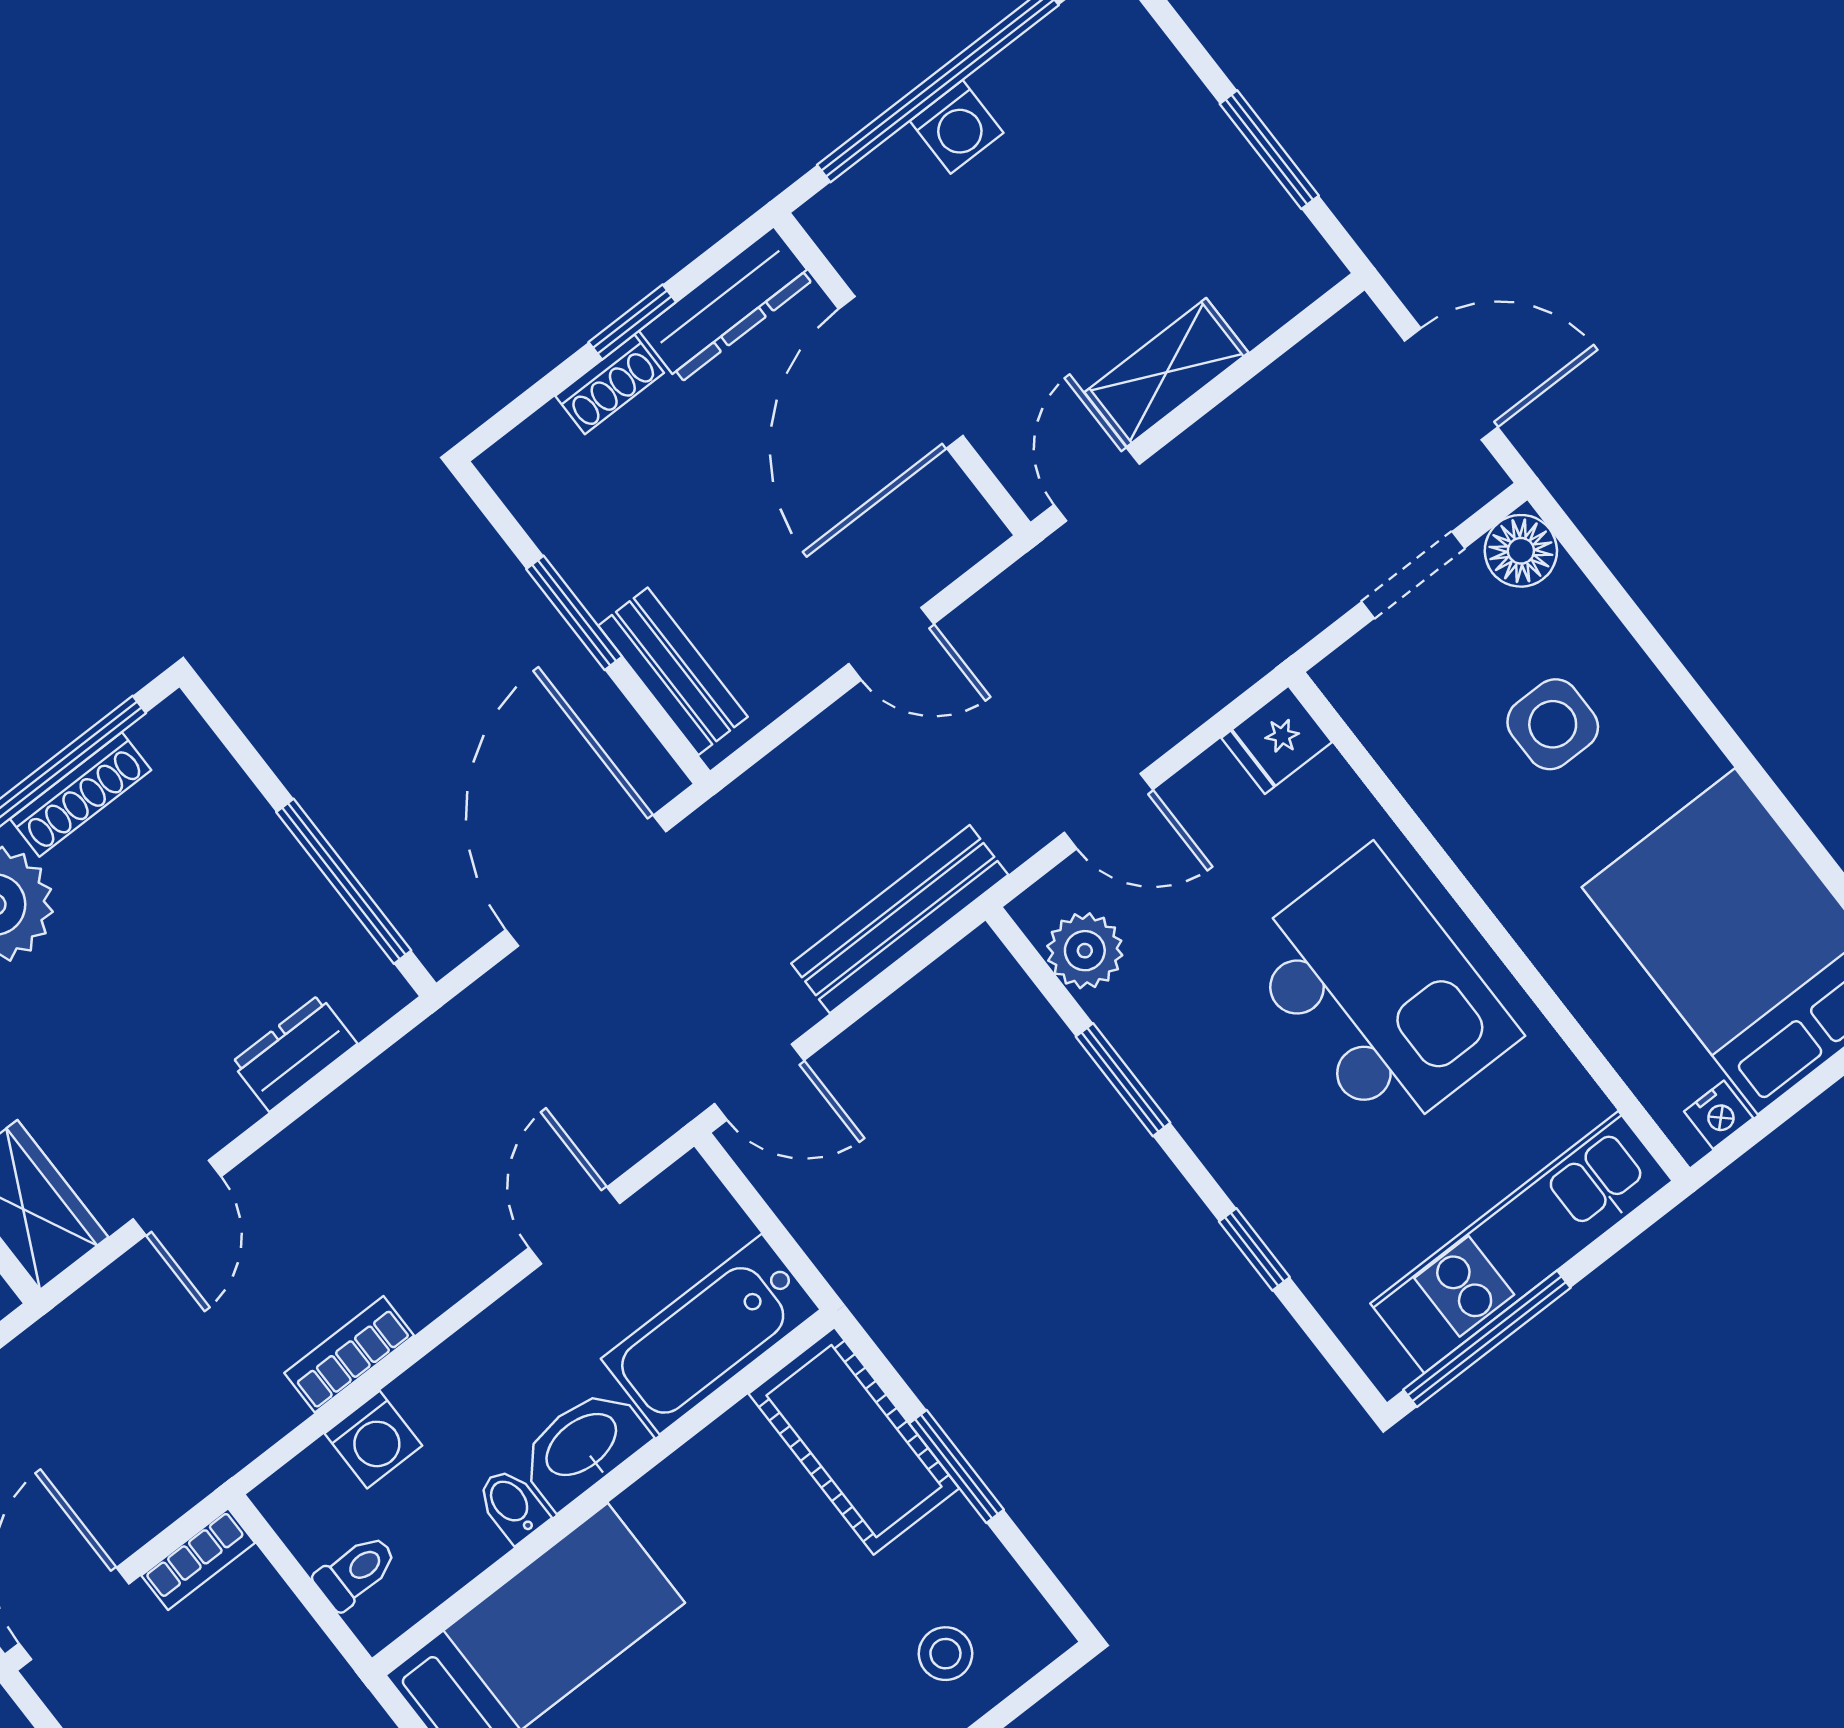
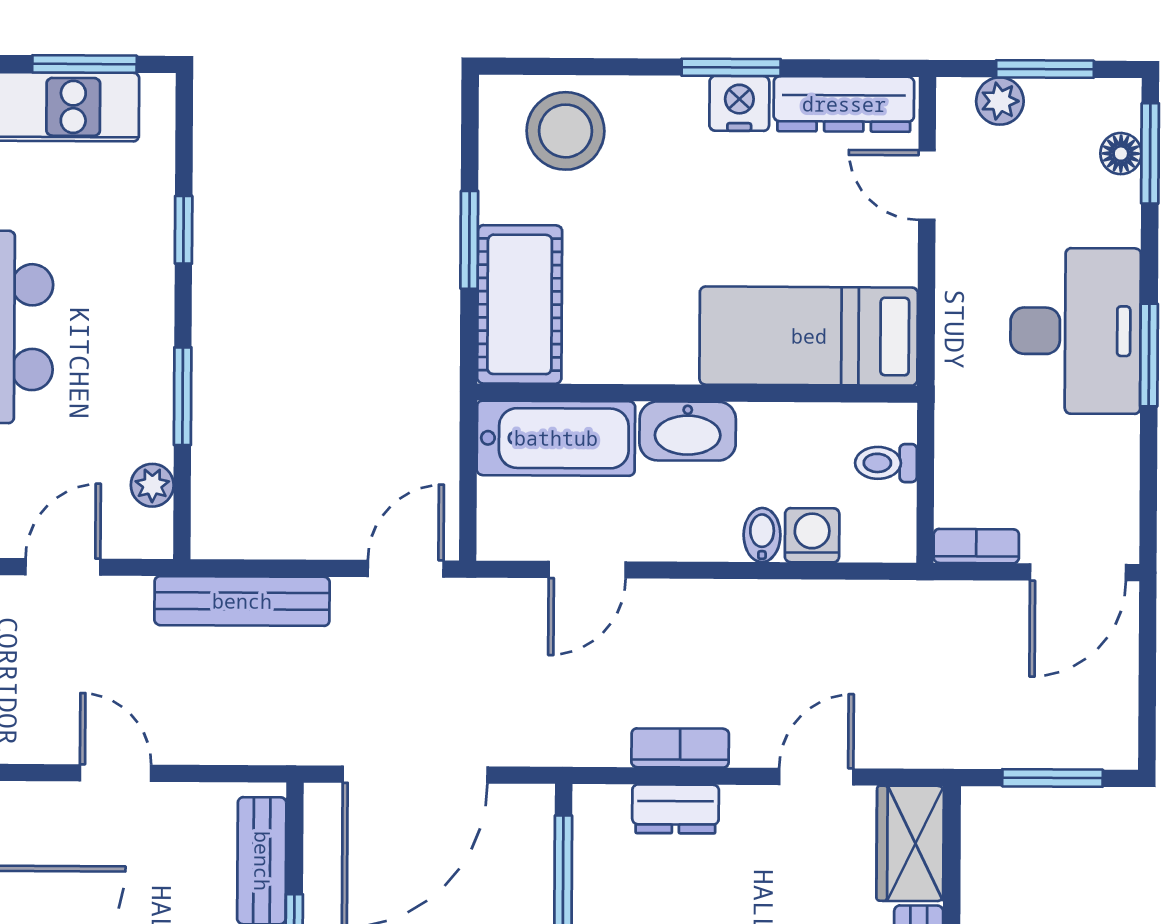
door: (1109, 811) -> (63, 567), hinge flipped
plant: (1085, 951) -> (152, 485), width x0.73, depth x0.73
door: (759, 1082) -> (406, 569), hinge flipped
window: (1487, 1339) -> (84, 64), width x0.69
bookcase: (349, 1354) -> (680, 748), moved, turned 180
bidet: (512, 1505) -> (762, 535), moved, turned 180
stool: (945, 1654) -> (565, 131), width x1.89, depth x1.89

